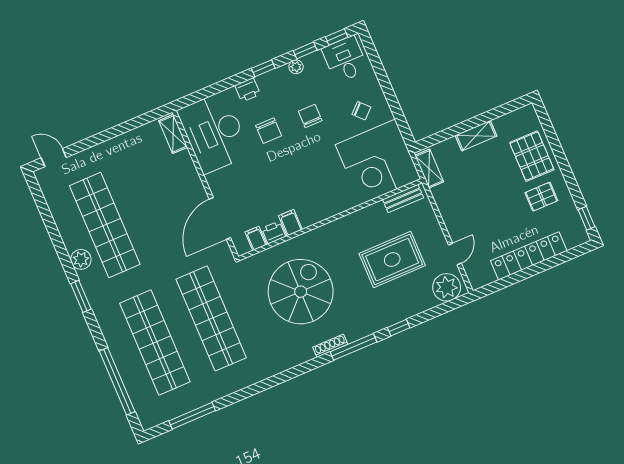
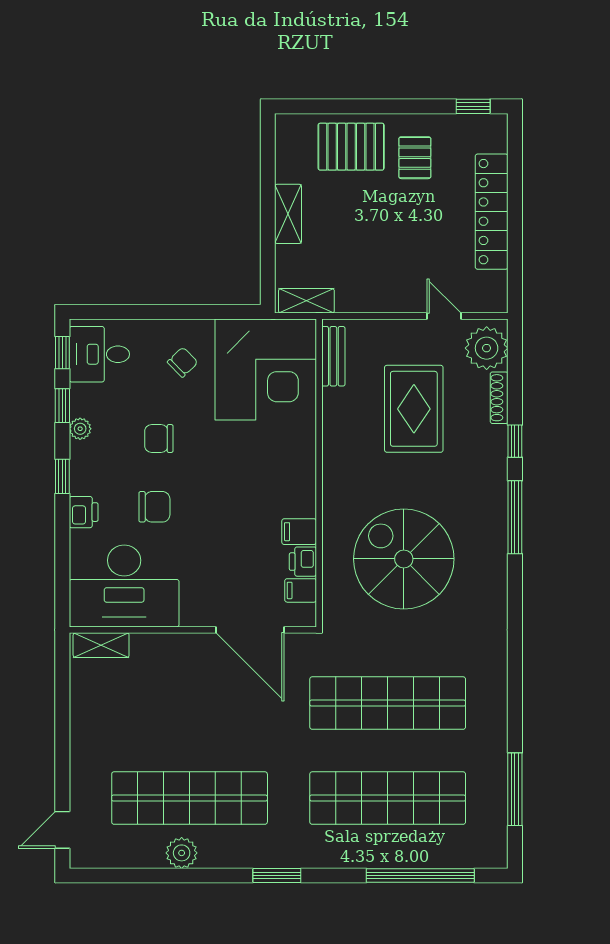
plant: (81, 259) -> (182, 853), moved
shoe rack: (330, 346) -> (499, 398), moved

